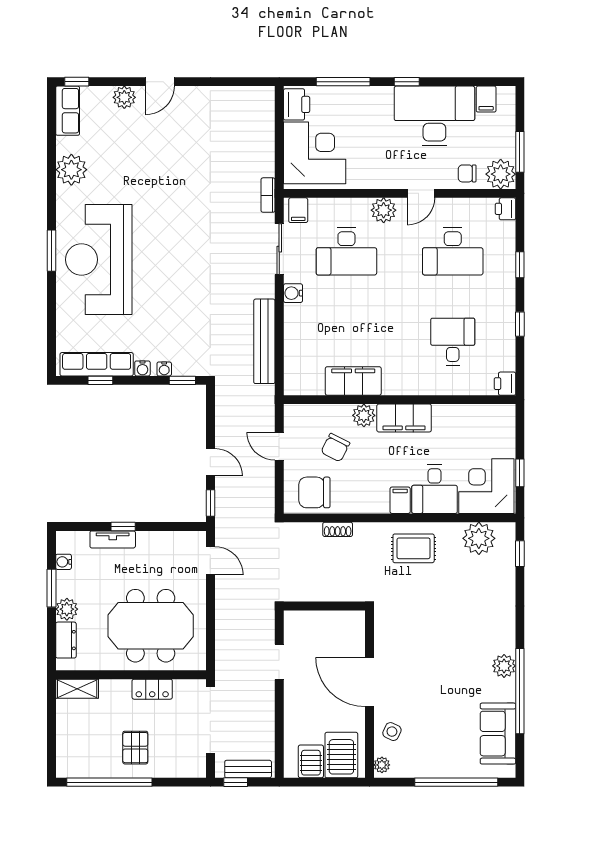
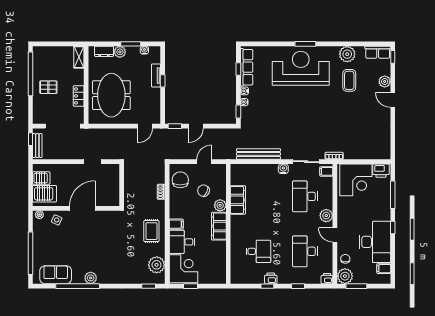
coffee table: (122, 166) -> (349, 80), added
printer: (505, 384) -> (271, 278), moved

